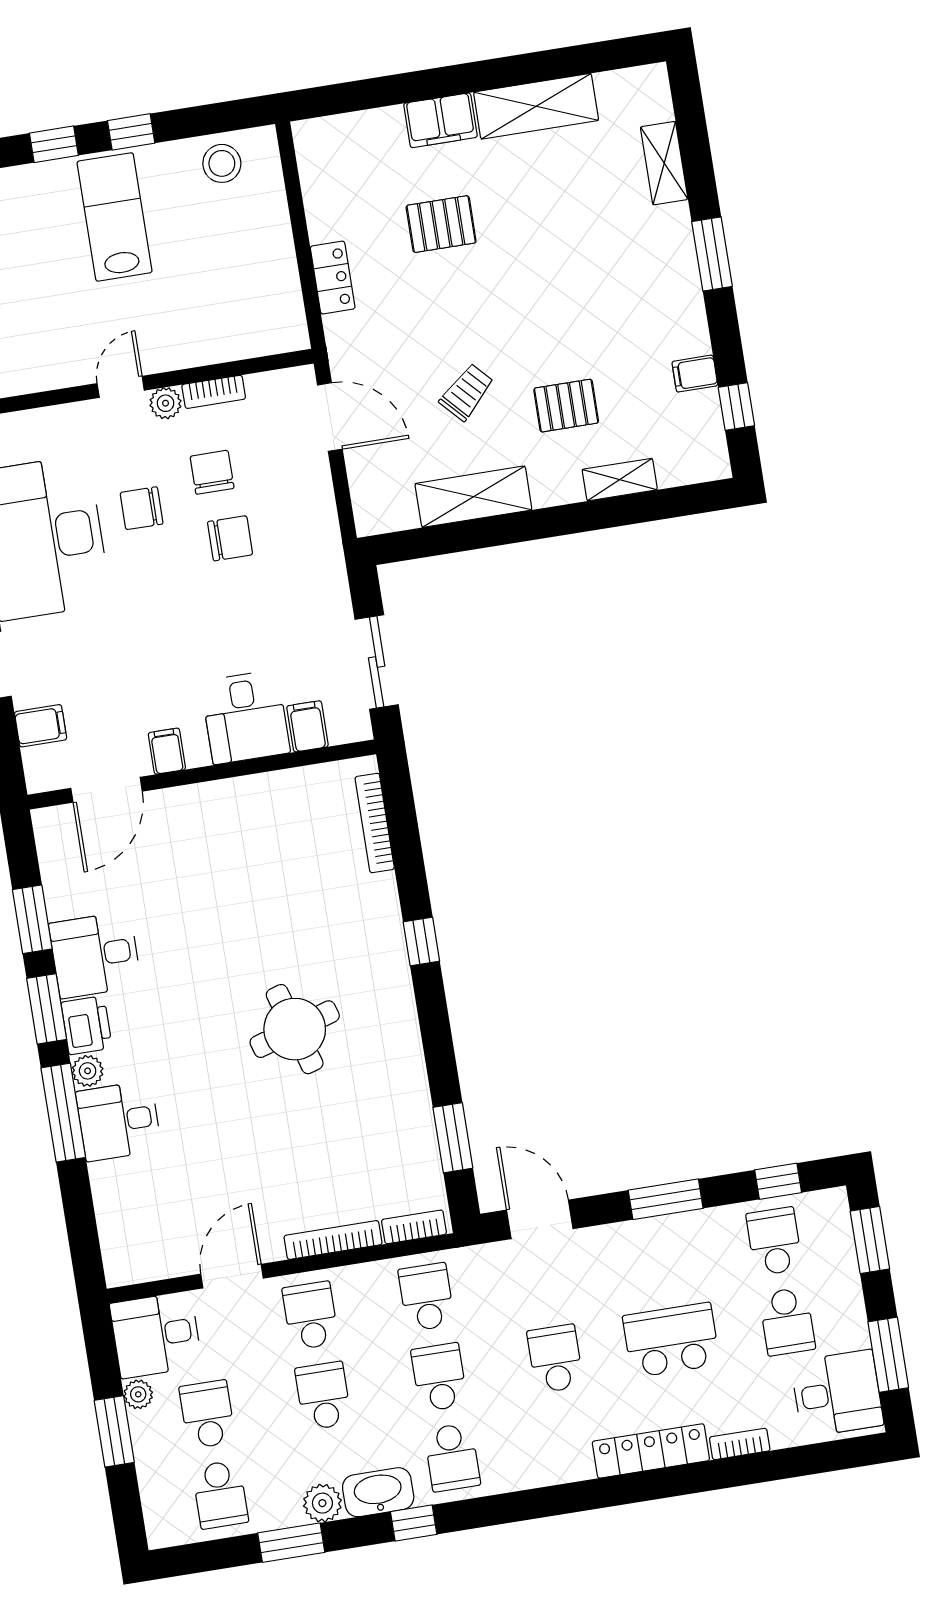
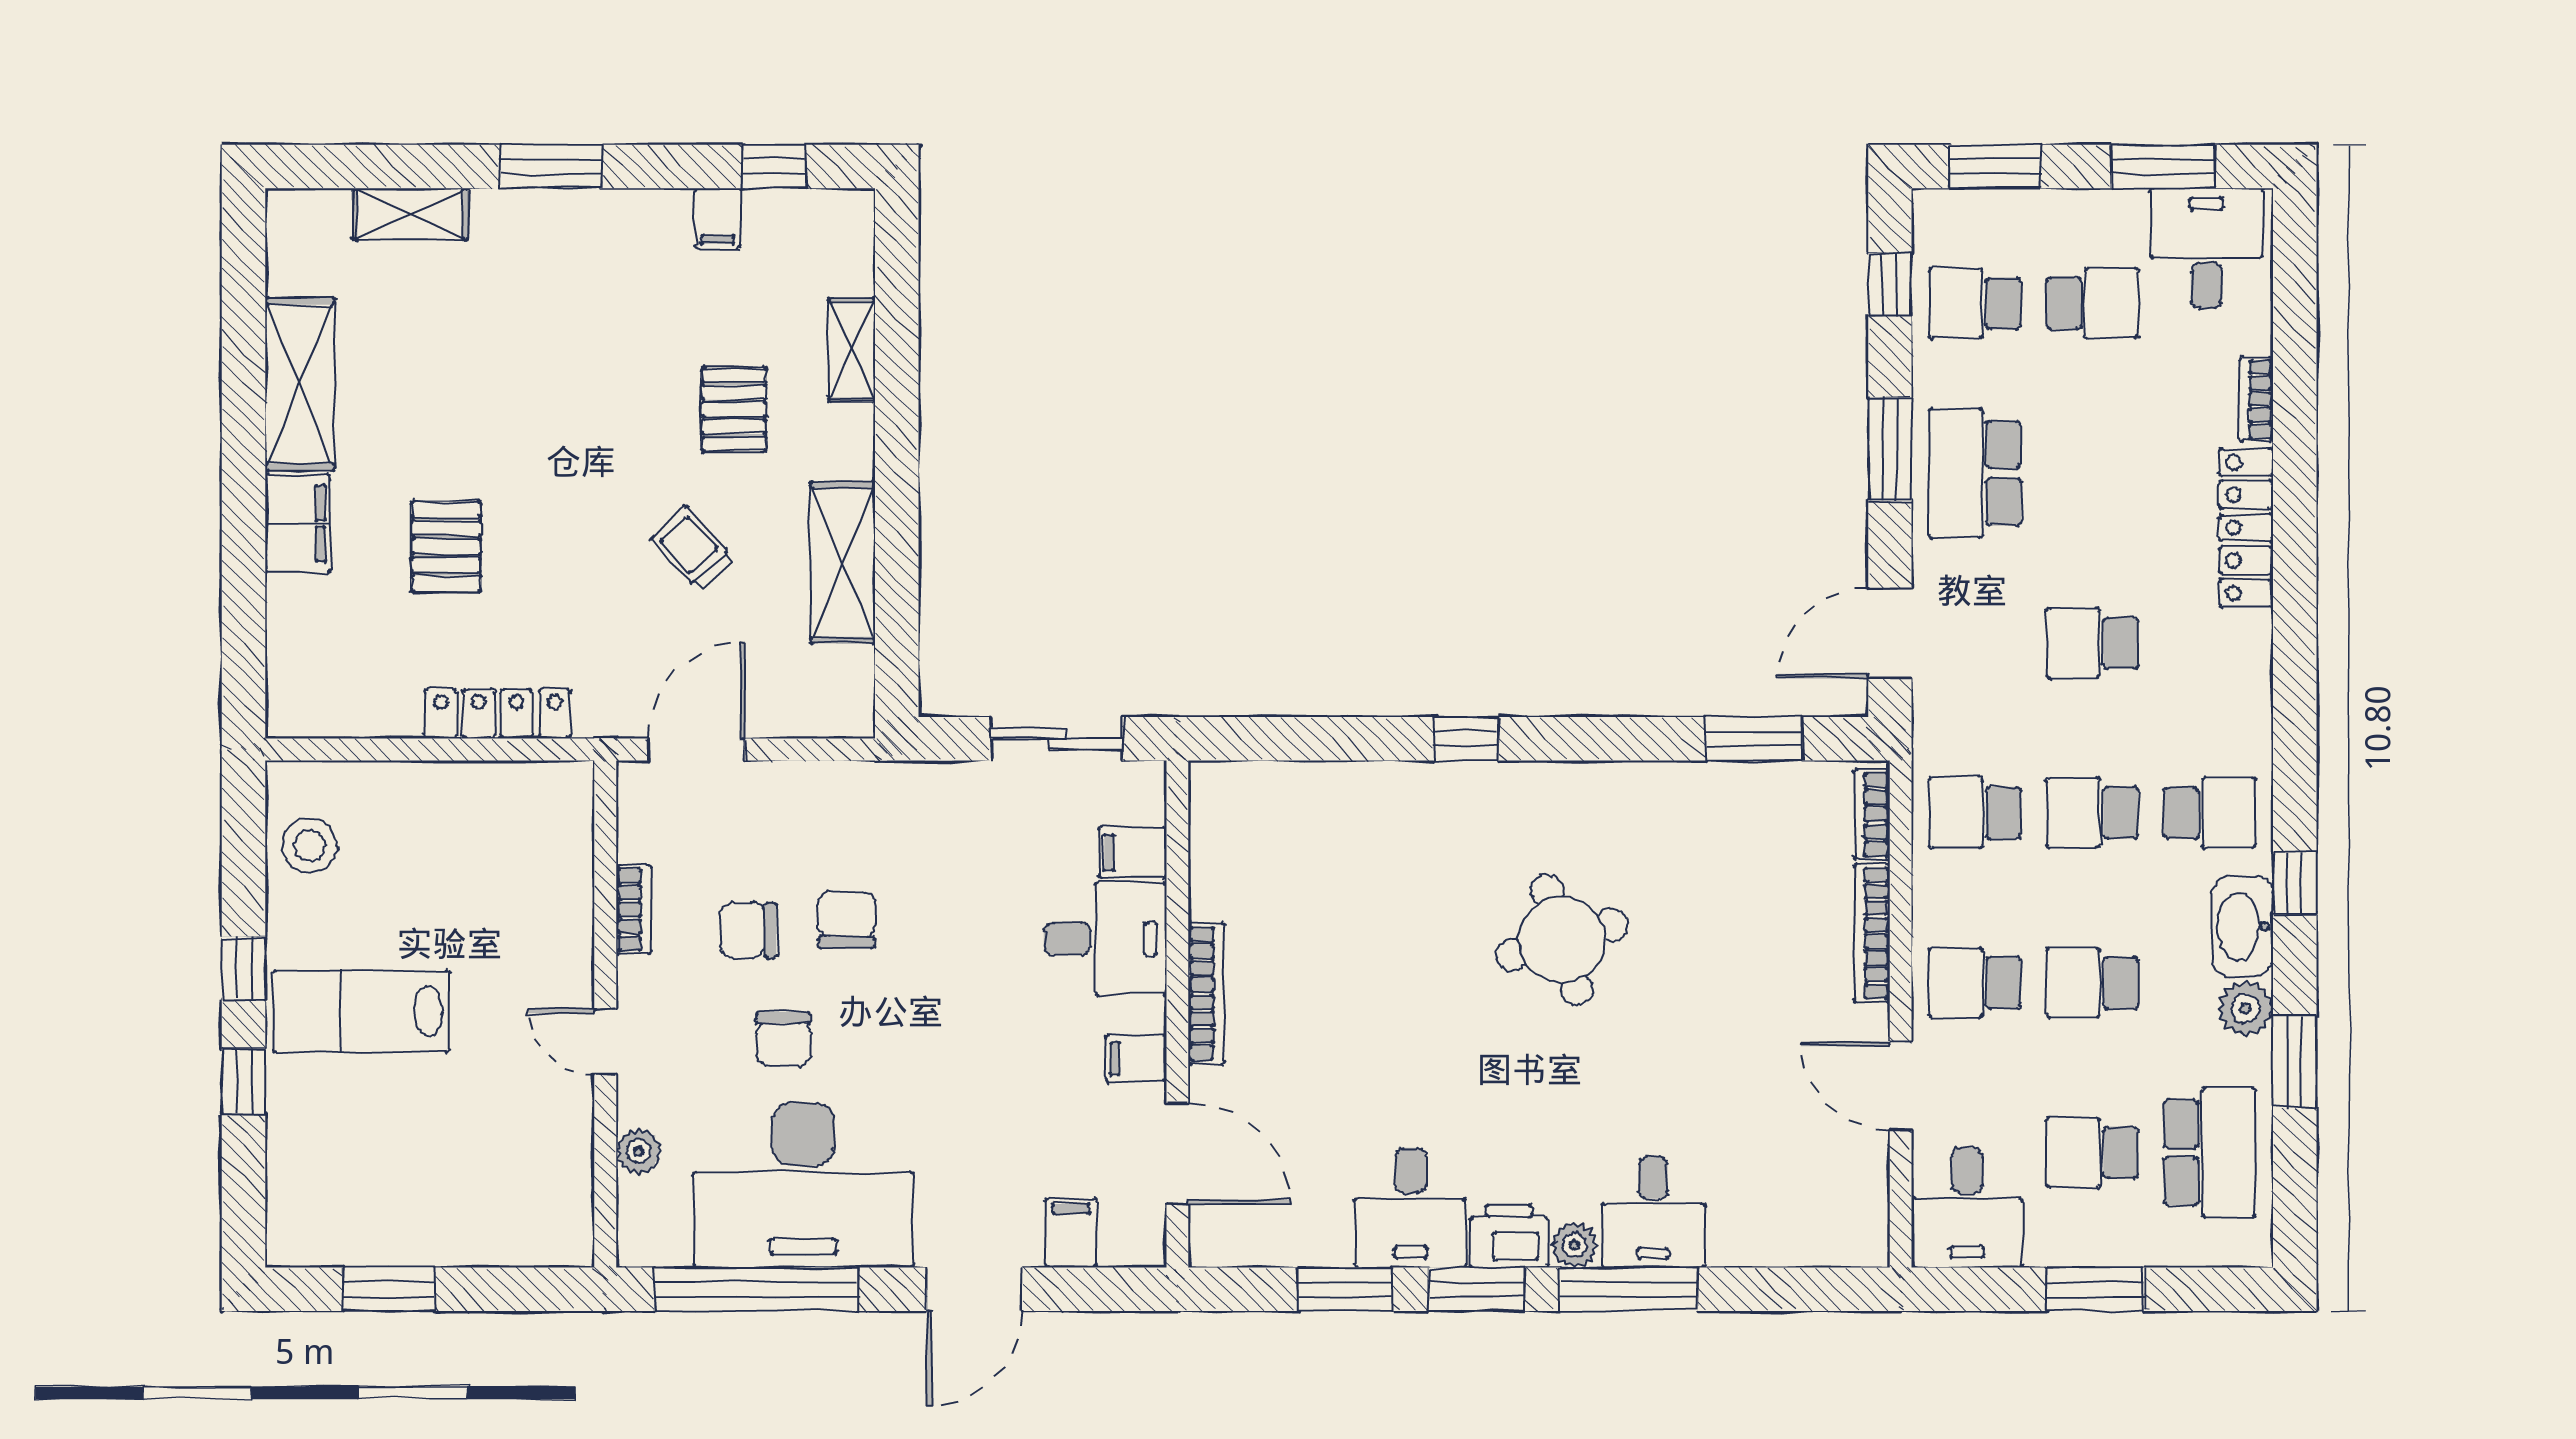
locker: (333, 278) -> (498, 714), width x1.53
plant: (166, 403) -> (639, 1151), moved
bookcase: (375, 823) -> (1206, 994), moved, turned -90
school desk: (671, 1340) -> (1975, 473), moved
plant: (138, 1394) -> (2048, 1247), removed
school desk: (220, 1495) -> (2210, 1153), width x1.85

